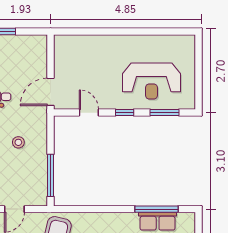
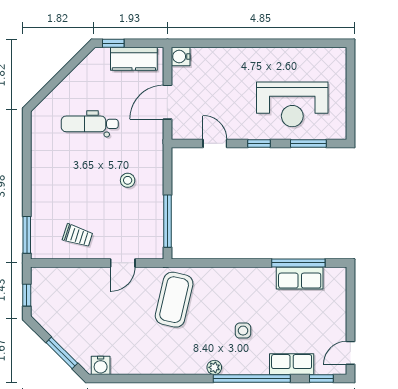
water cooler: (61, 42) -> (181, 57), added
kitchen counter: (23, 44) -> (134, 59), added
door: (51, 92) -> (167, 102), moved

